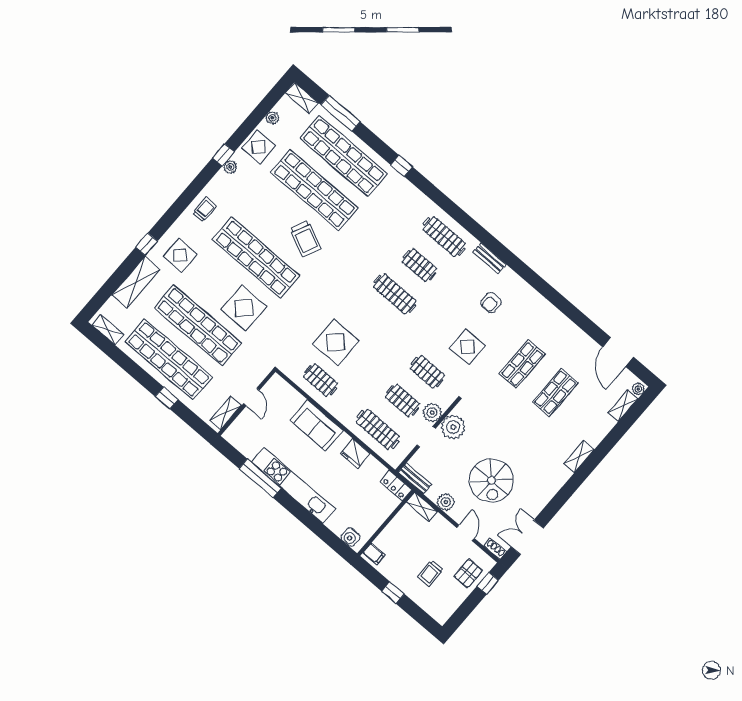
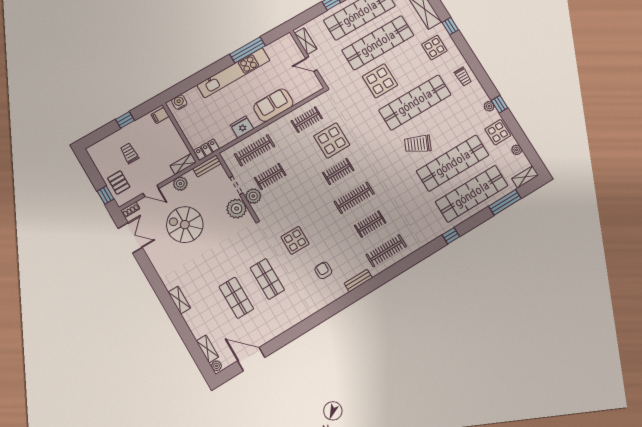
clothes rail: (427, 372) -> (338, 172), moved

